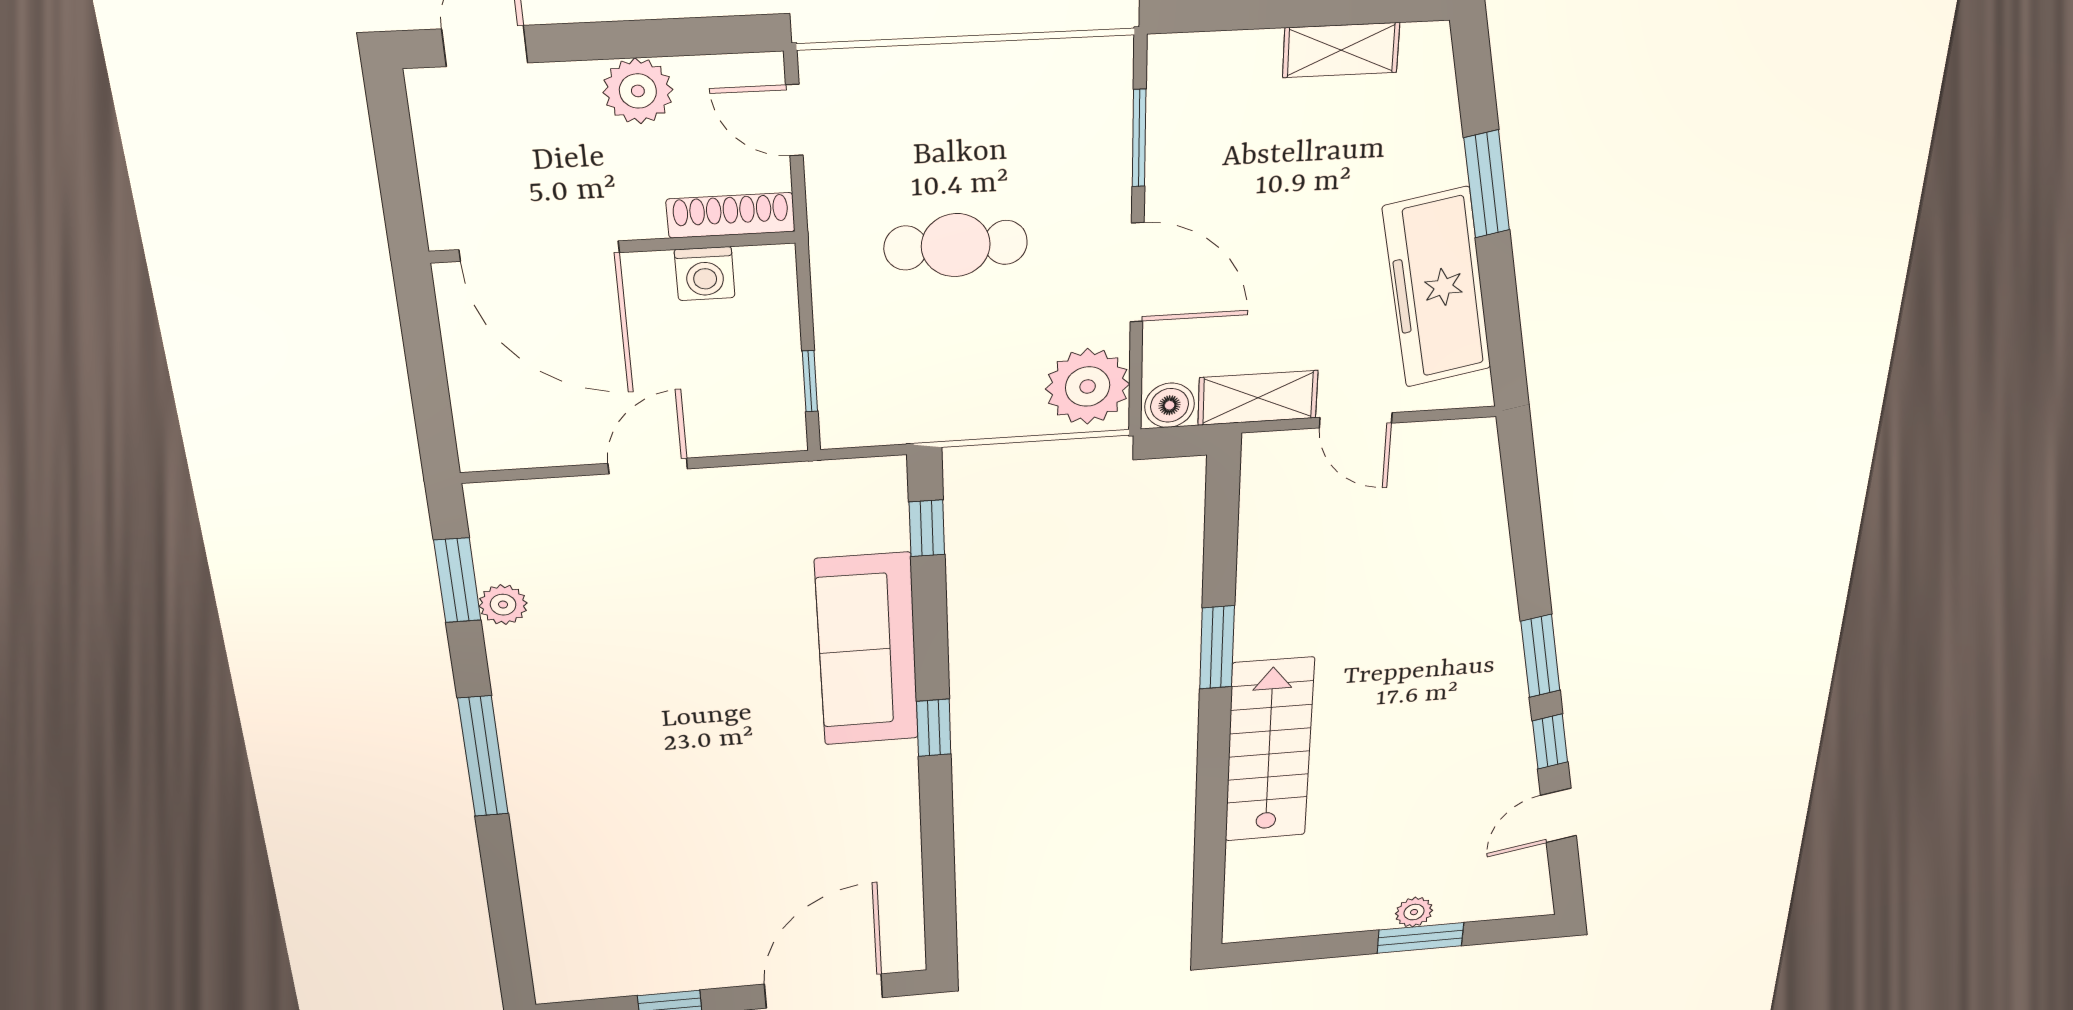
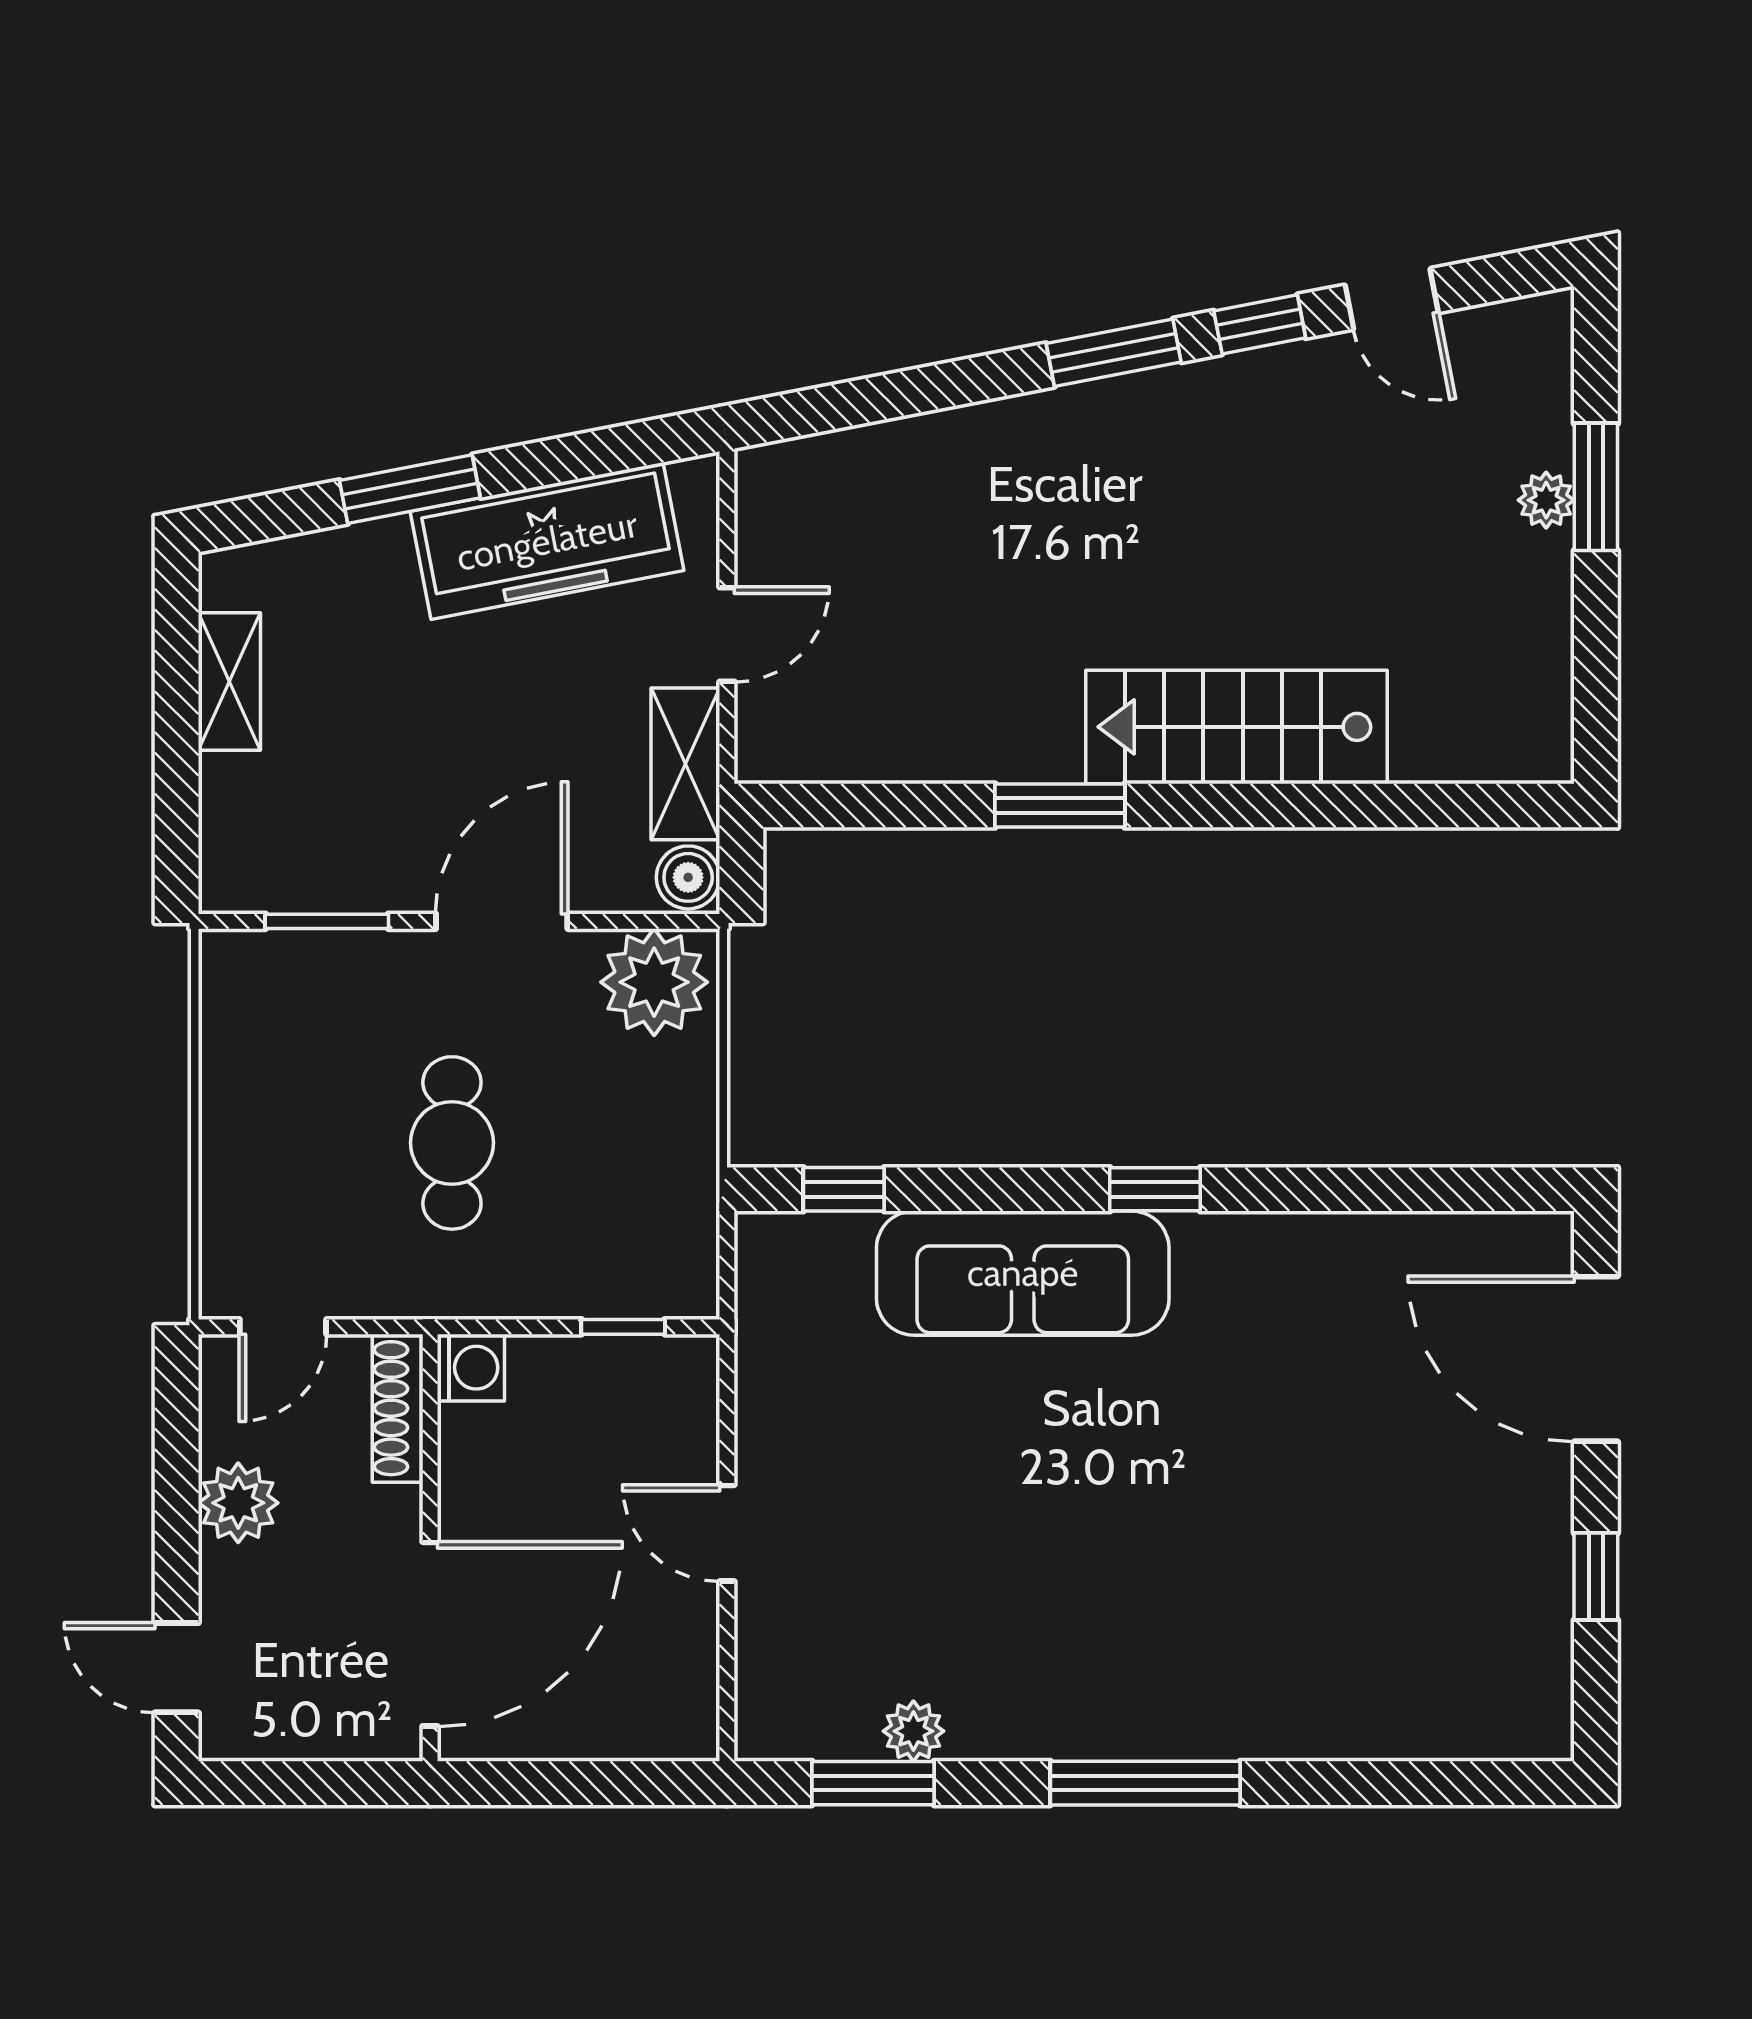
washing machine: (705, 274) -> (471, 1368), moved

